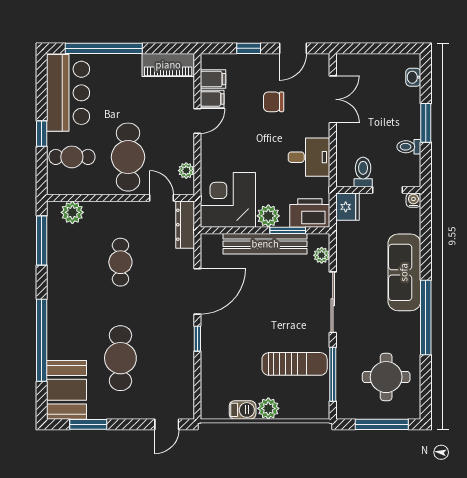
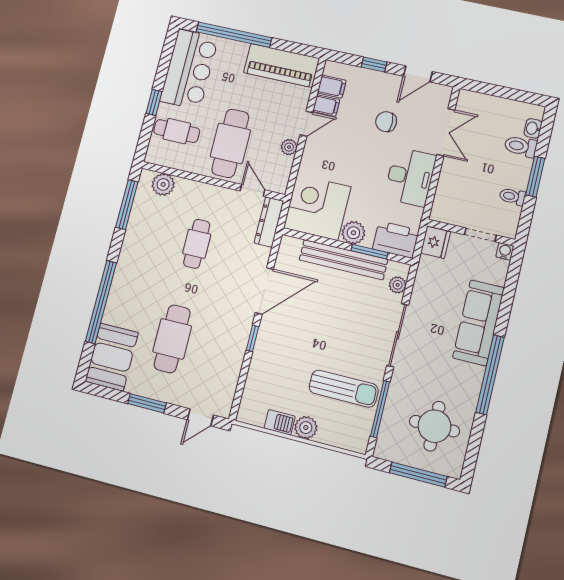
piano: (168, 65) -> (281, 65), width x1.37, depth x1.33
desk: (309, 157) -> (410, 177), width x1.37
plant: (186, 171) -> (289, 147), moved
toilet: (363, 172) -> (521, 146), moved, turned -90
window: (88, 424) -> (147, 403), moved

